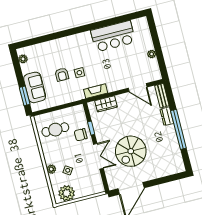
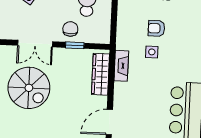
wardrobe: (106, 104) -> (100, 74), width x1.50
spiral stairs: (131, 151) -> (29, 88), turned 180

